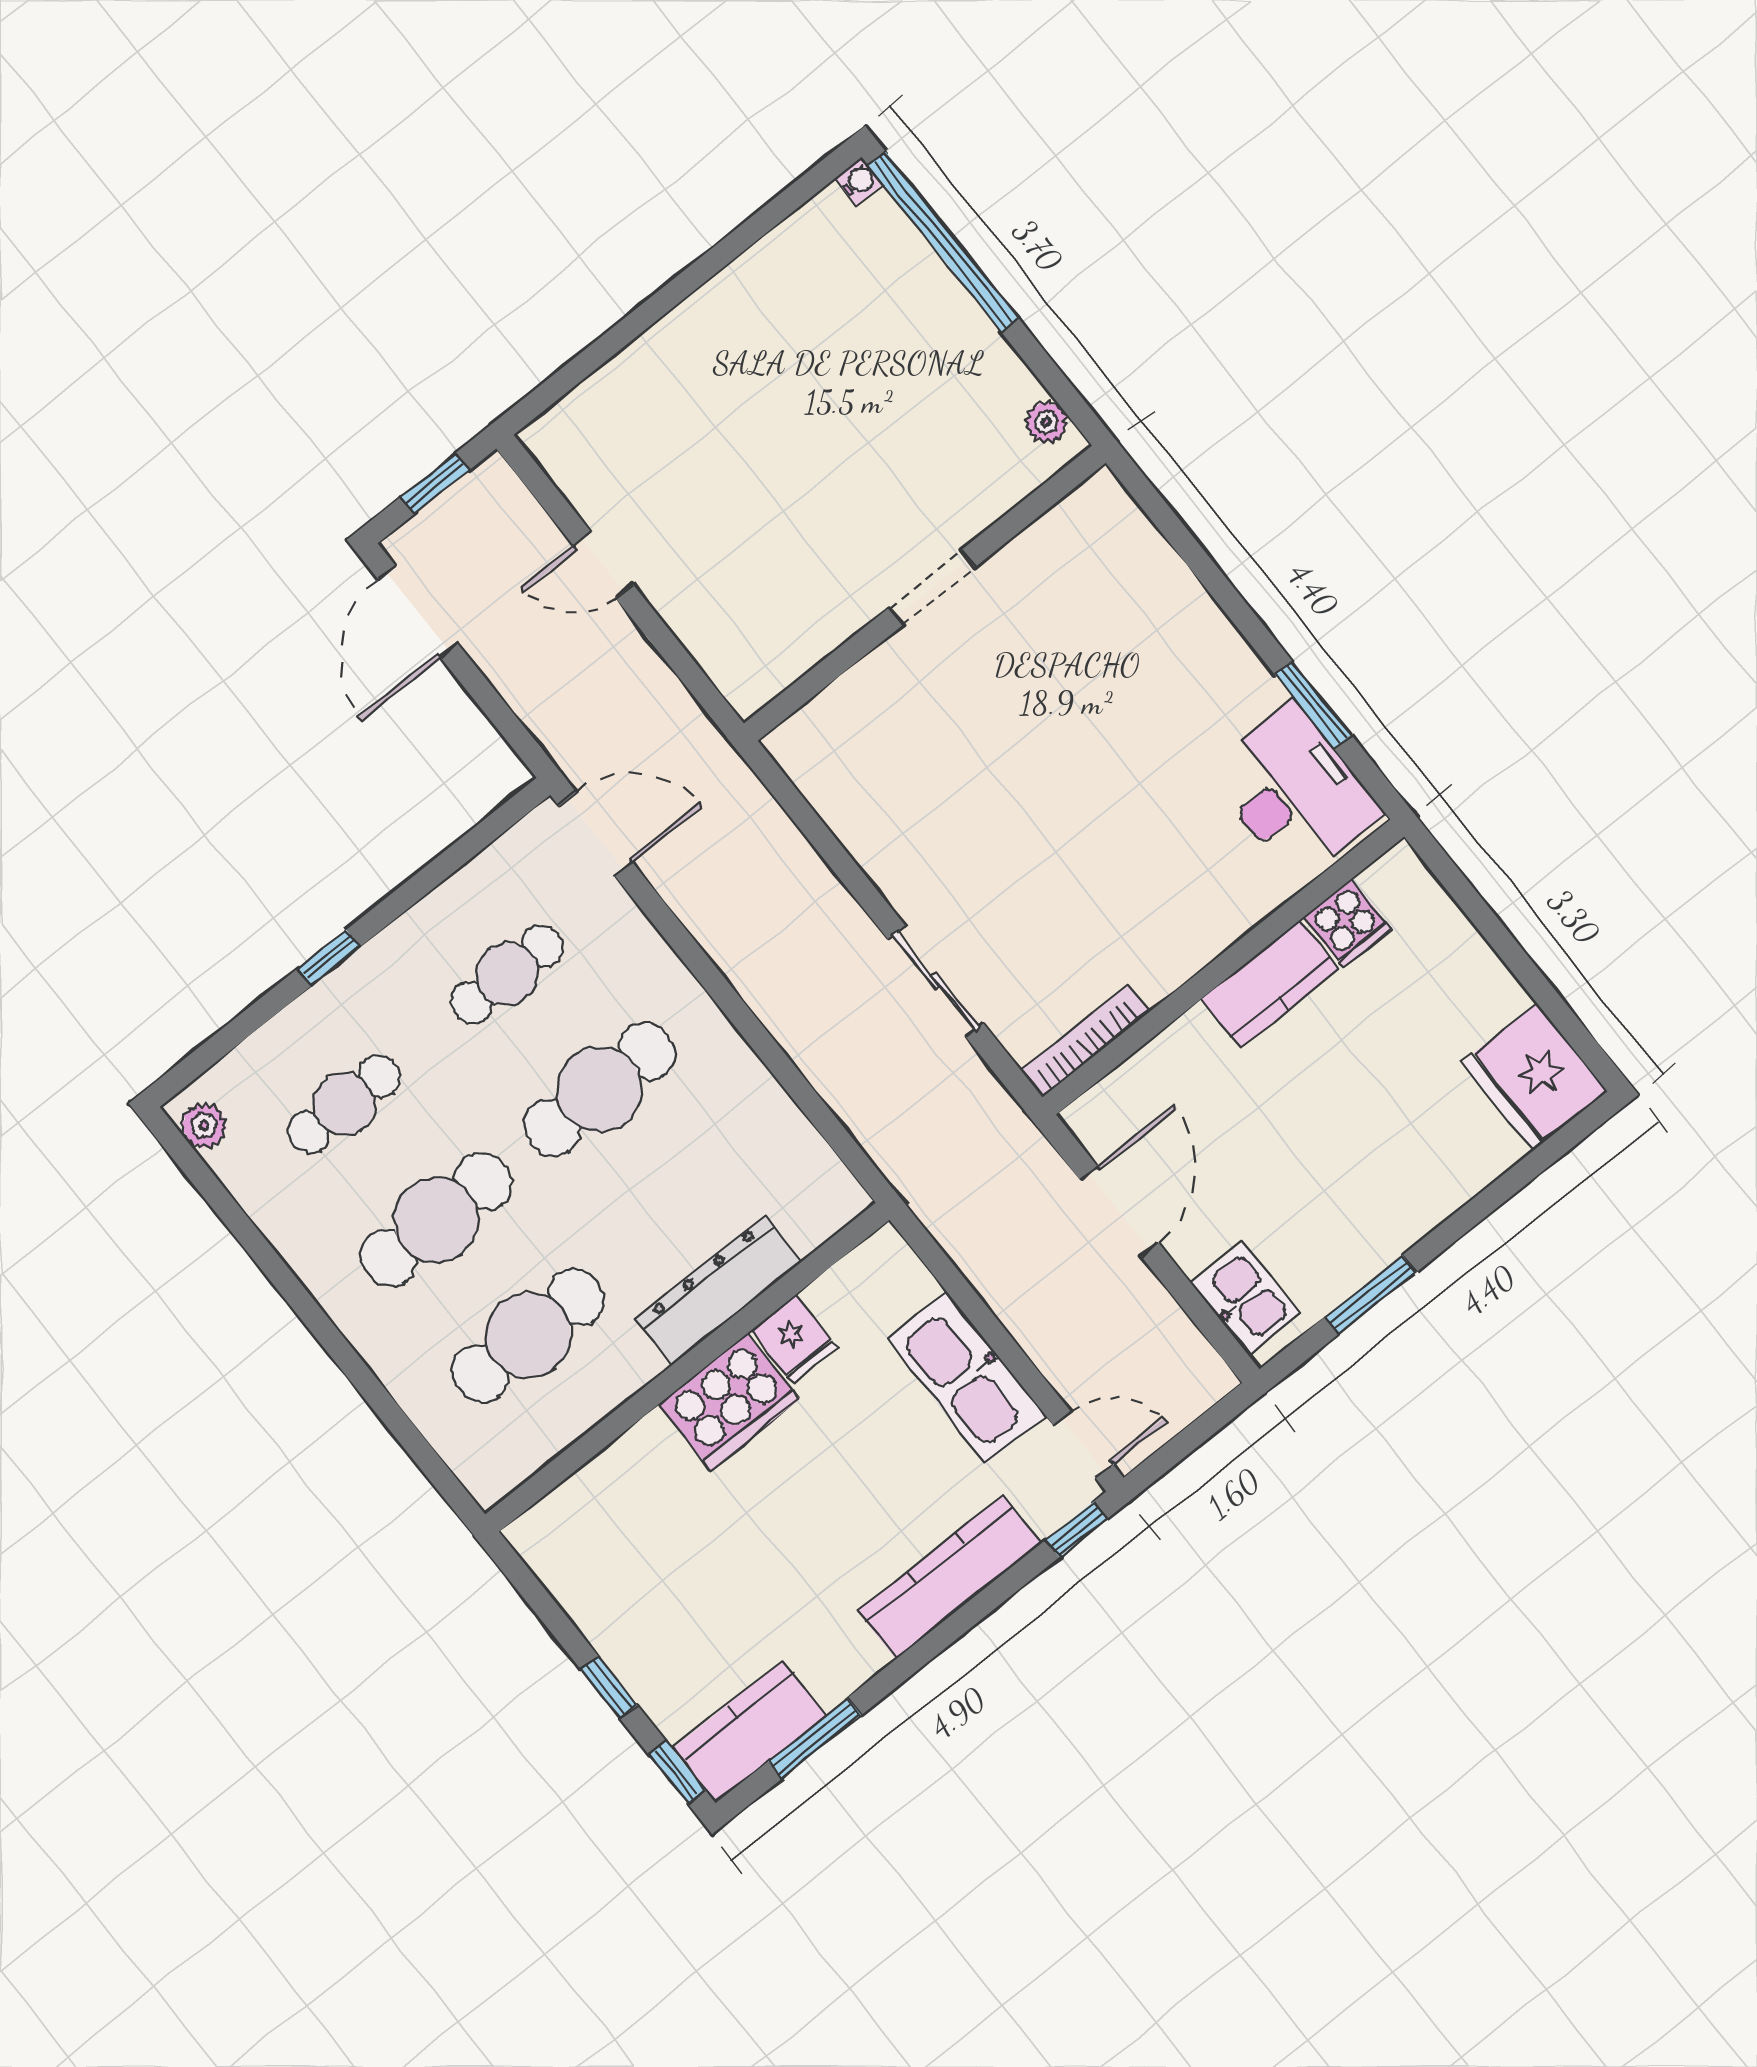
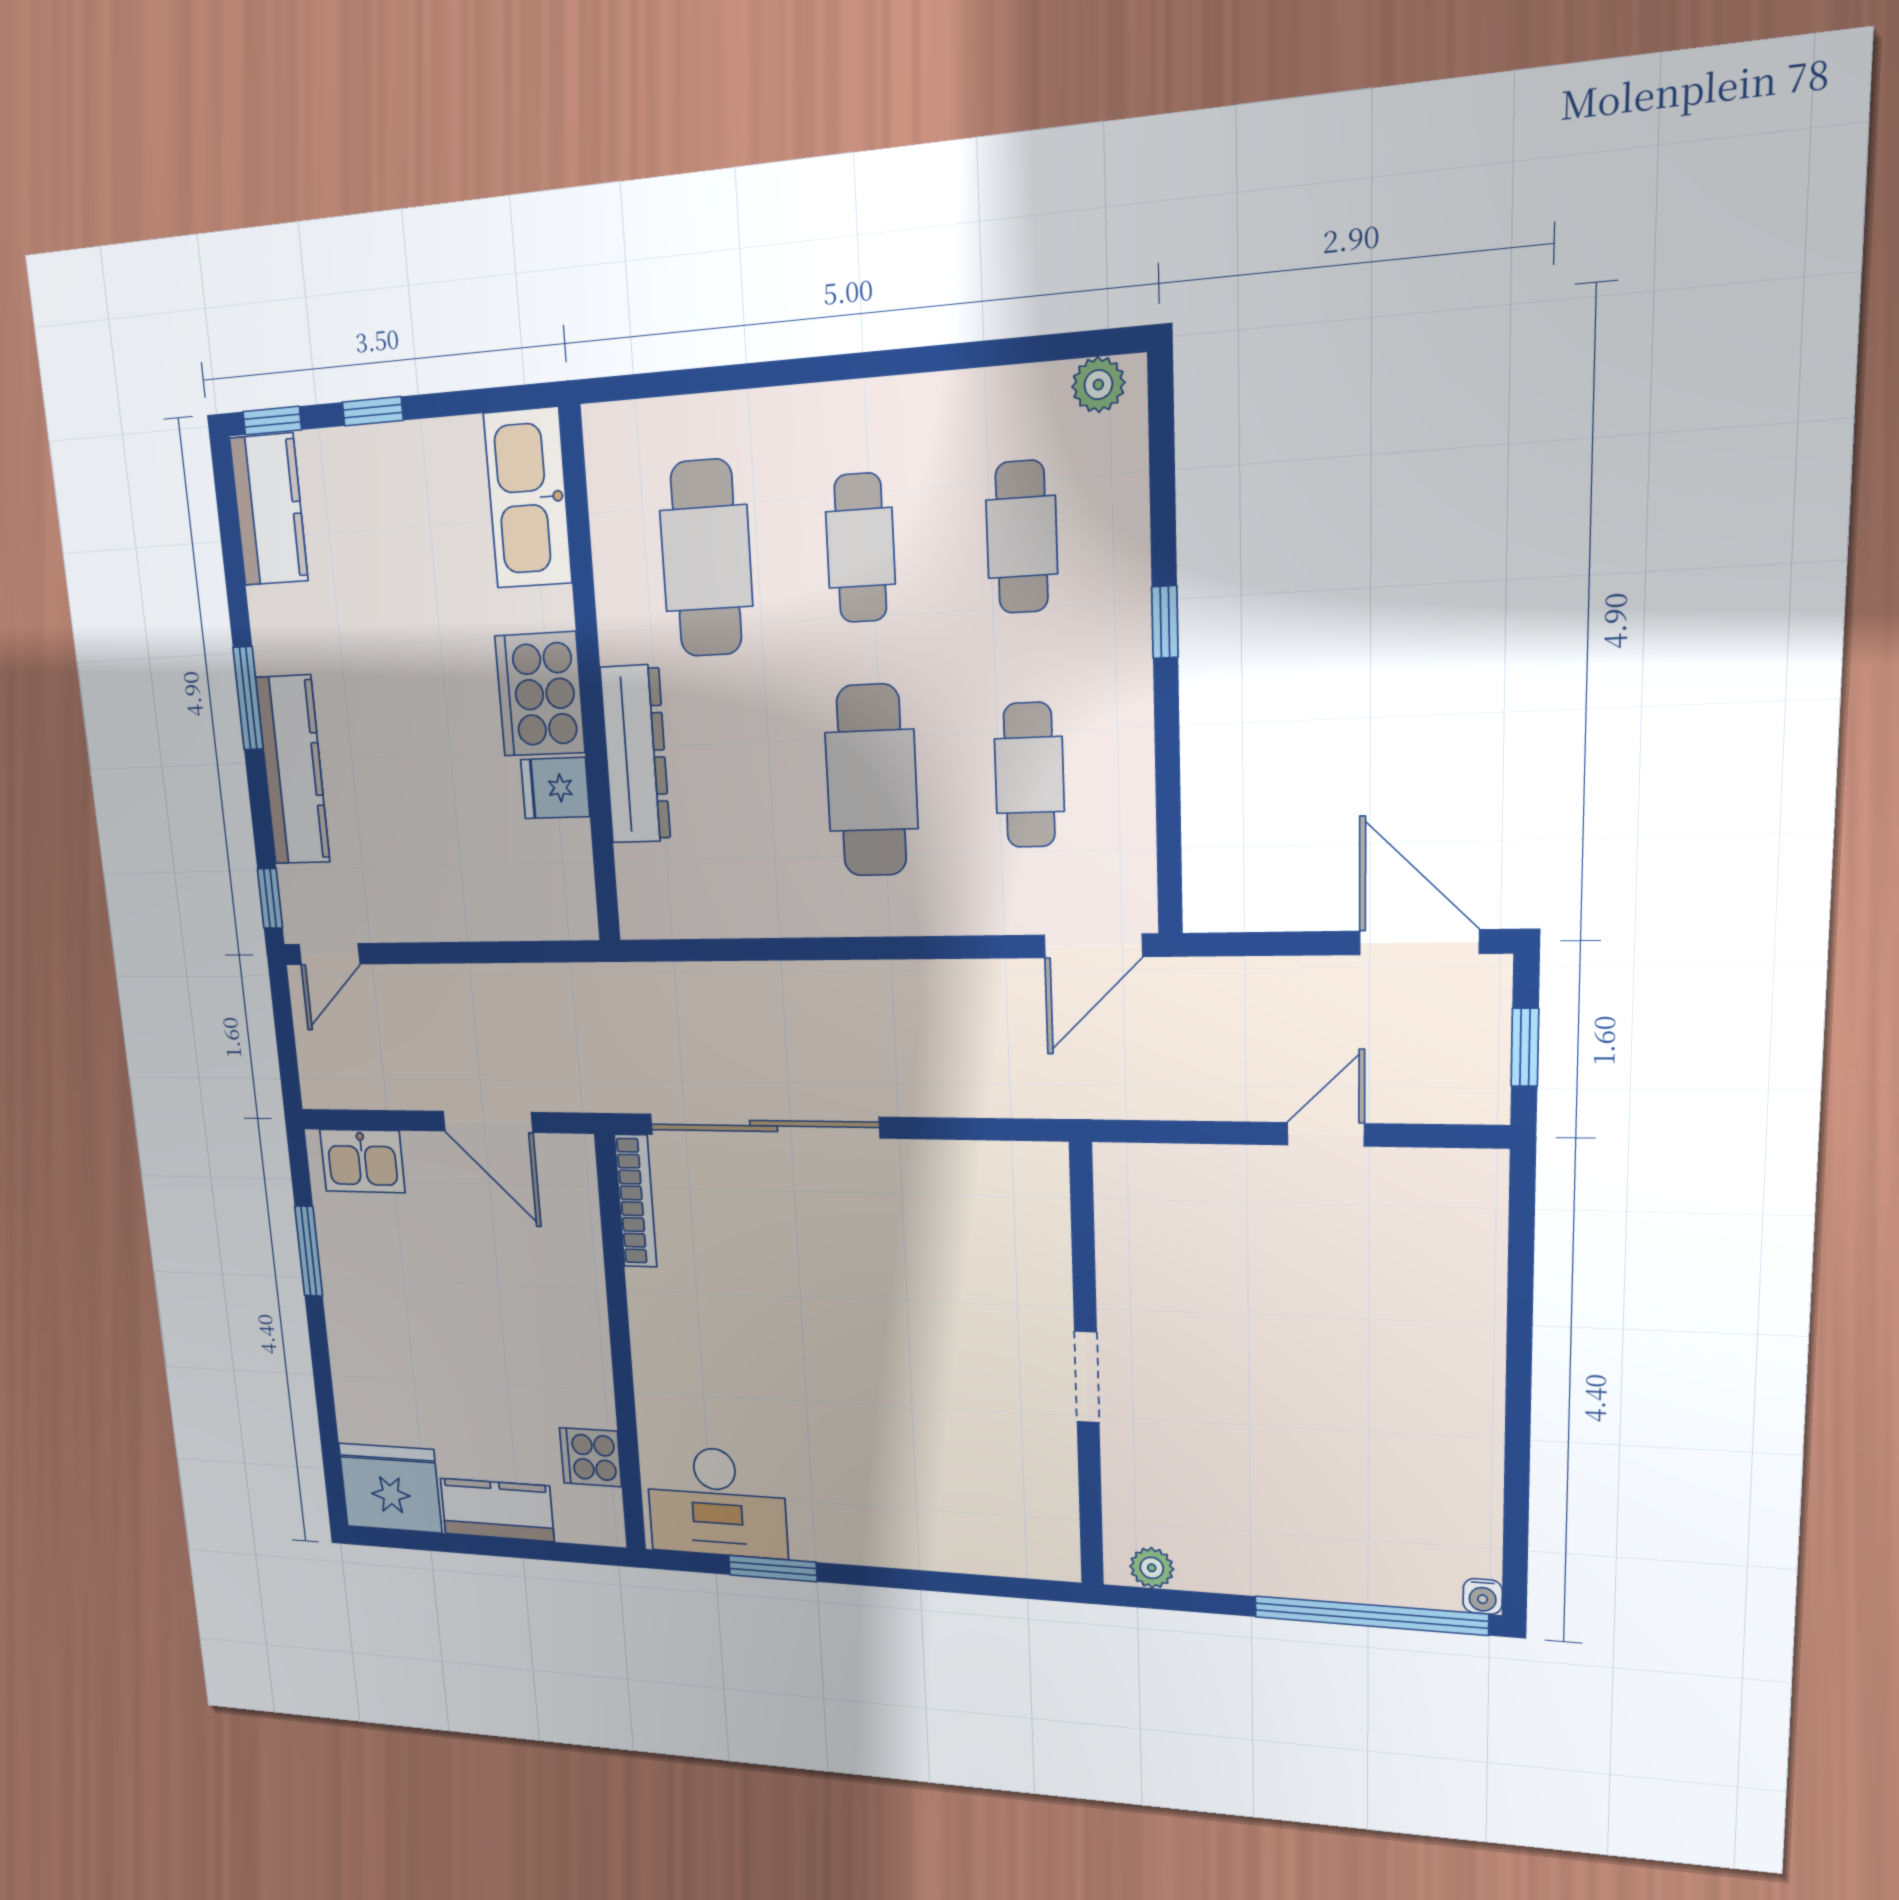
sliding door: (936, 981) -> (764, 1126), width x1.86
kitchen counter: (1270, 984) -> (497, 1510), moved, turned 90
cafe table: (436, 1220) -> (860, 548), width x0.73, depth x0.74
kitchen sink: (966, 1377) -> (528, 498), moved, turned -90
window: (815, 1738) -> (248, 698), moved

